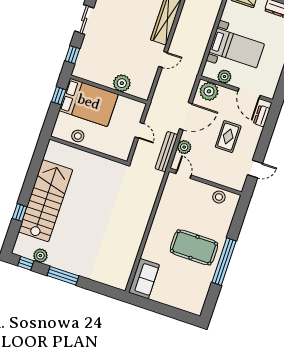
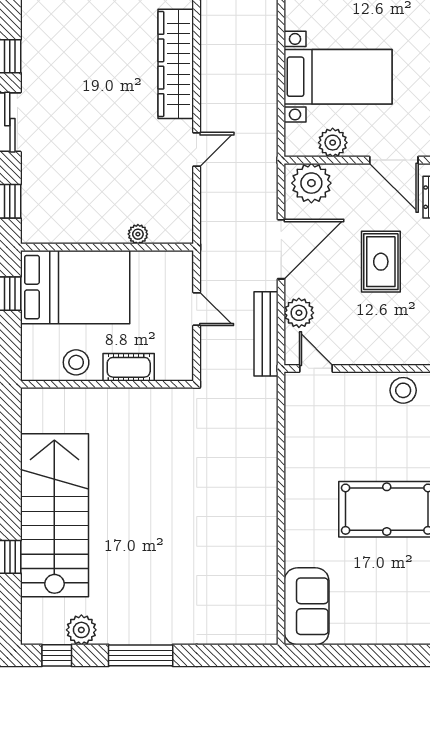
plant: (122, 83) -> (138, 234), width x0.53, depth x0.53
cot: (100, 146) -> (129, 367), added

